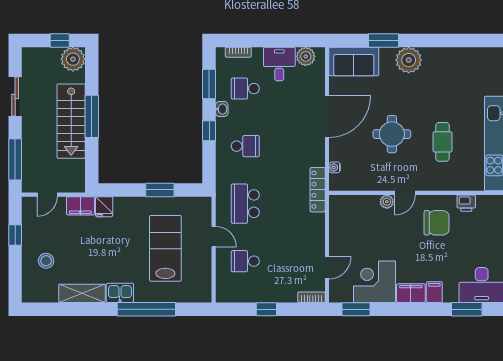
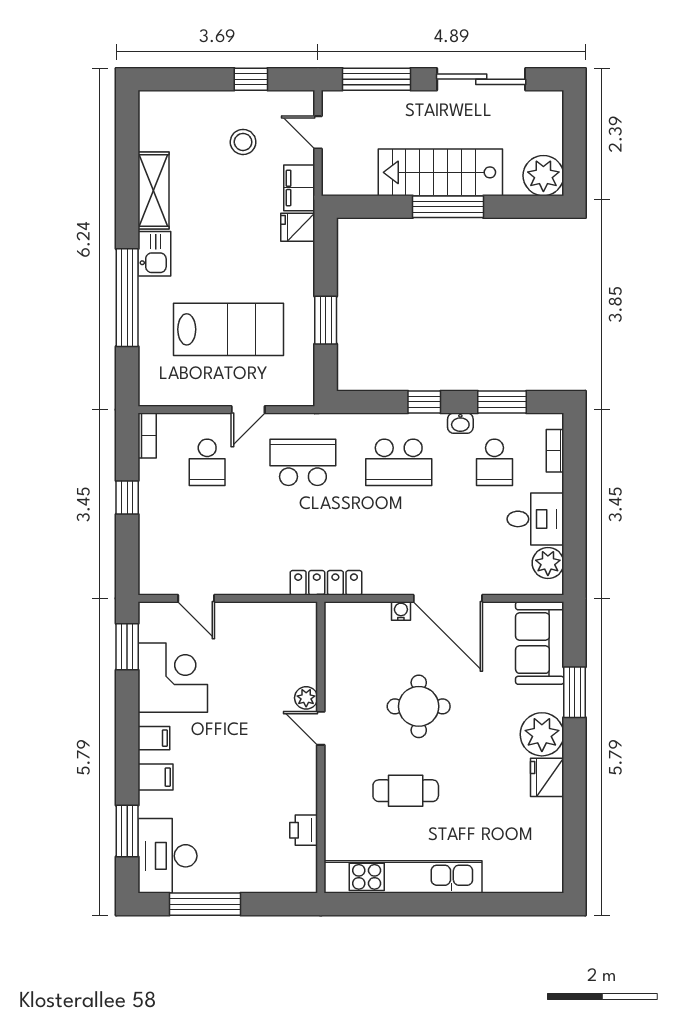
window: (60, 40) -> (575, 154), removed
fridge: (435, 57) -> (547, 777), added
school desk: (245, 89) -> (494, 462), turned 180
sliding door: (15, 97) -> (481, 79), width x1.37
school desk: (245, 146) -> (399, 462), width x1.85
water cooler: (335, 167) -> (401, 611), moved
chair: (437, 223) -> (271, 781), removed
stool: (46, 261) -> (243, 142), moved
school desk: (245, 261) -> (207, 462), turned 180
filing cabinet: (411, 293) -> (154, 738), width x0.50
bookcase: (311, 297) -> (147, 436), moved

